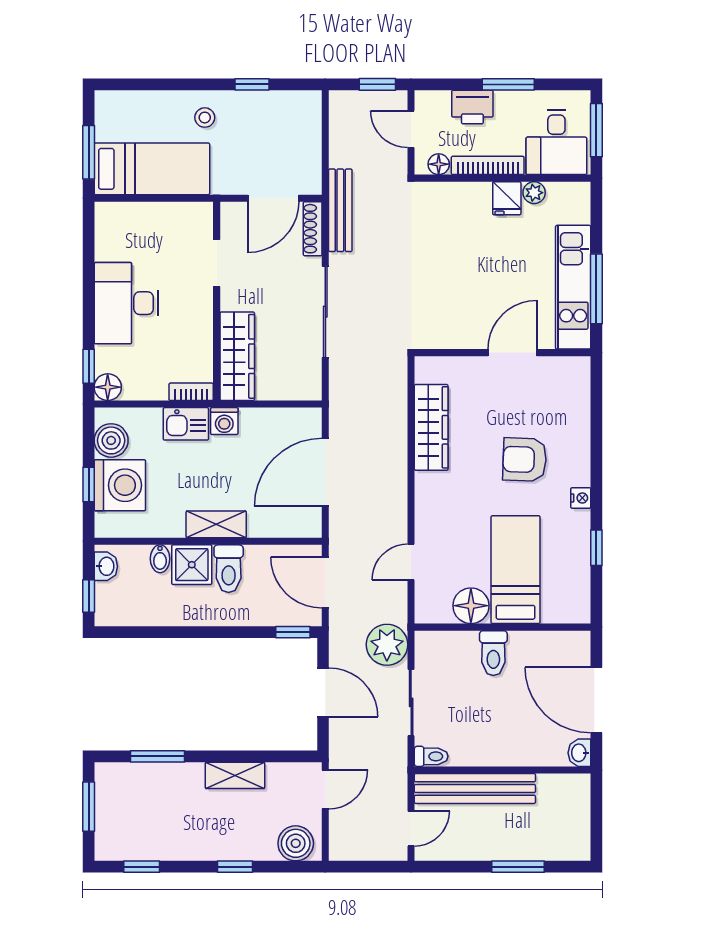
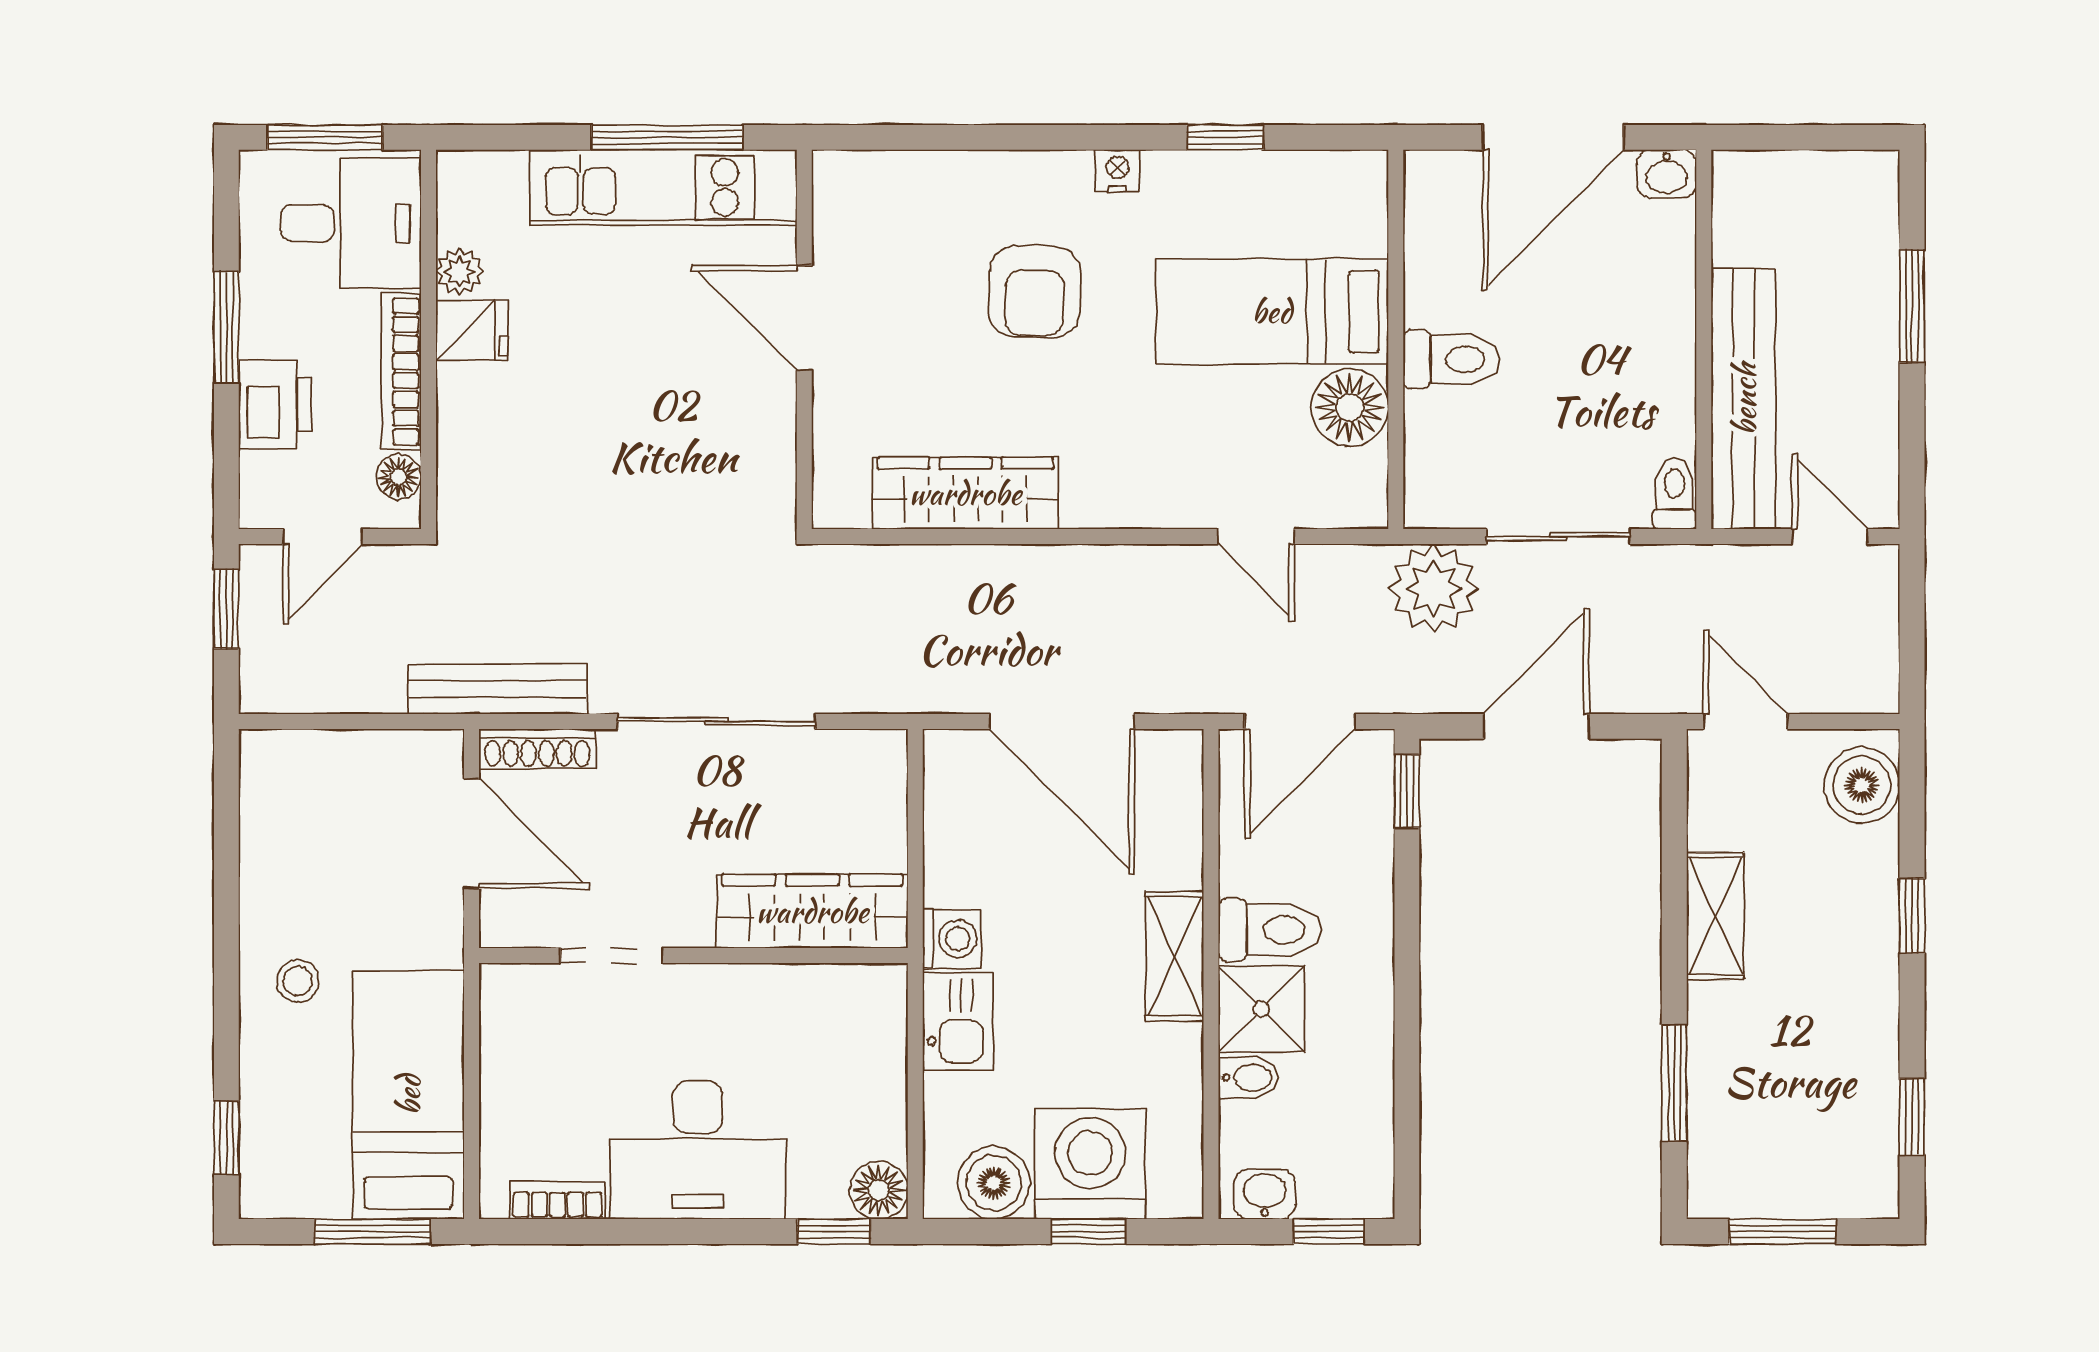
window: (252, 84) -> (226, 1138), moved
bookcase: (191, 392) -> (557, 1200), moved, turned 90

